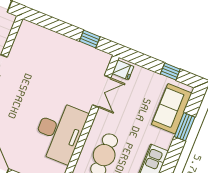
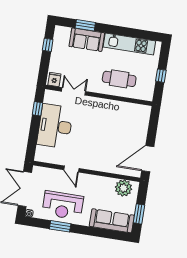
sofa: (172, 109) -> (87, 40), moved
desk: (59, 132) -> (55, 126), moved, turned -90

